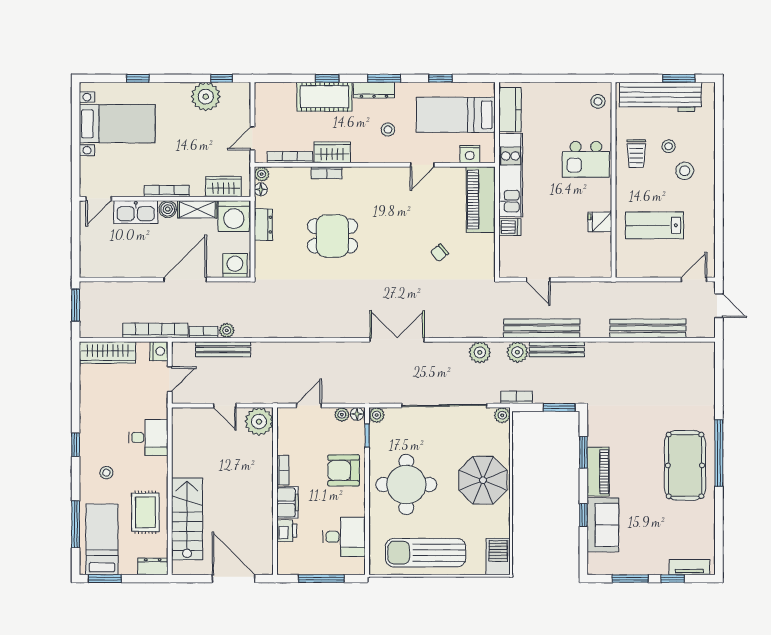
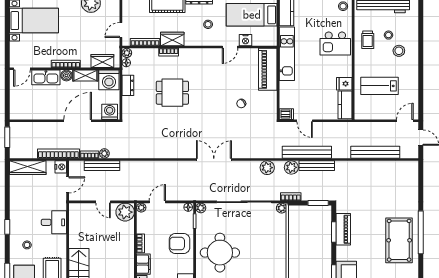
nightstand: (470, 154) -> (245, 40), moved
dishwasher: (510, 227) -> (286, 114), moved
kitchen counter: (601, 255) -> (345, 105), added
plant: (342, 415) -> (141, 208), moved
piano: (598, 472) -> (343, 229), moved
parasol: (483, 480) -> (269, 250), removed

